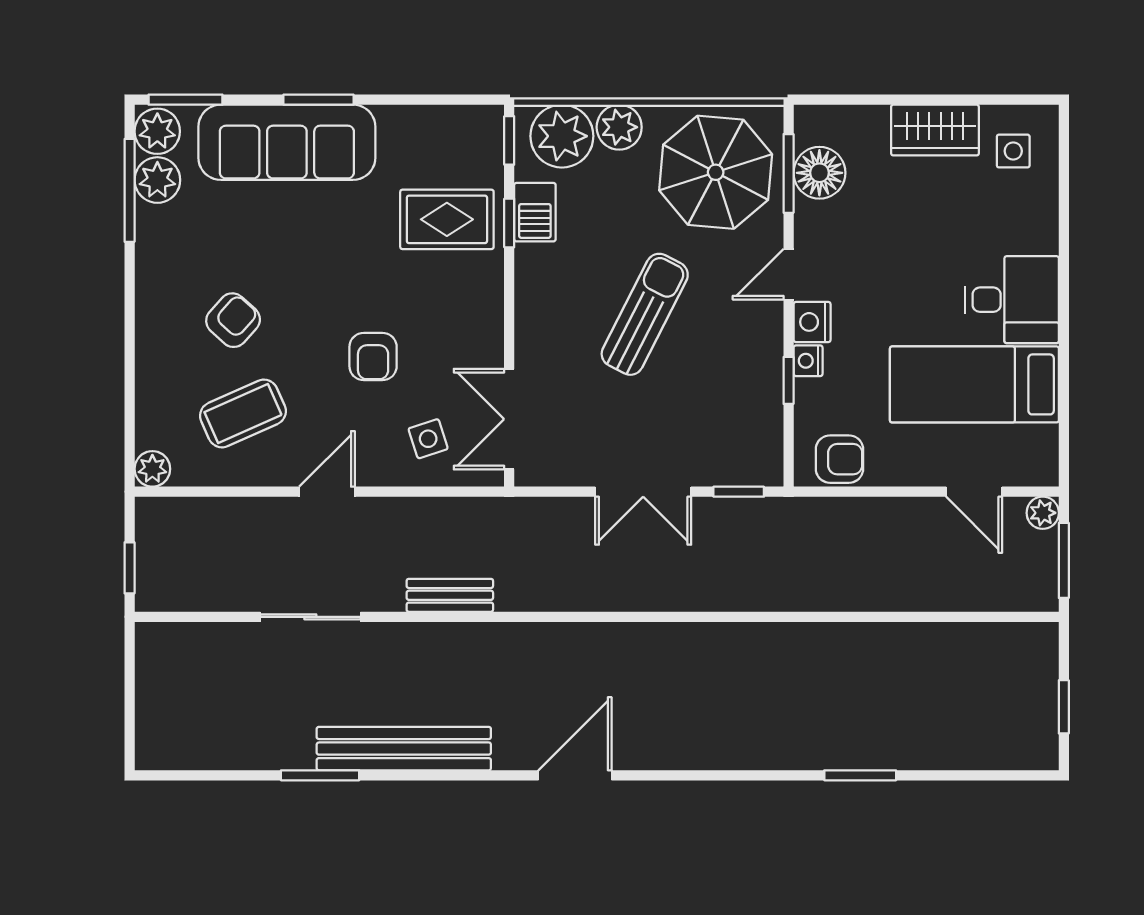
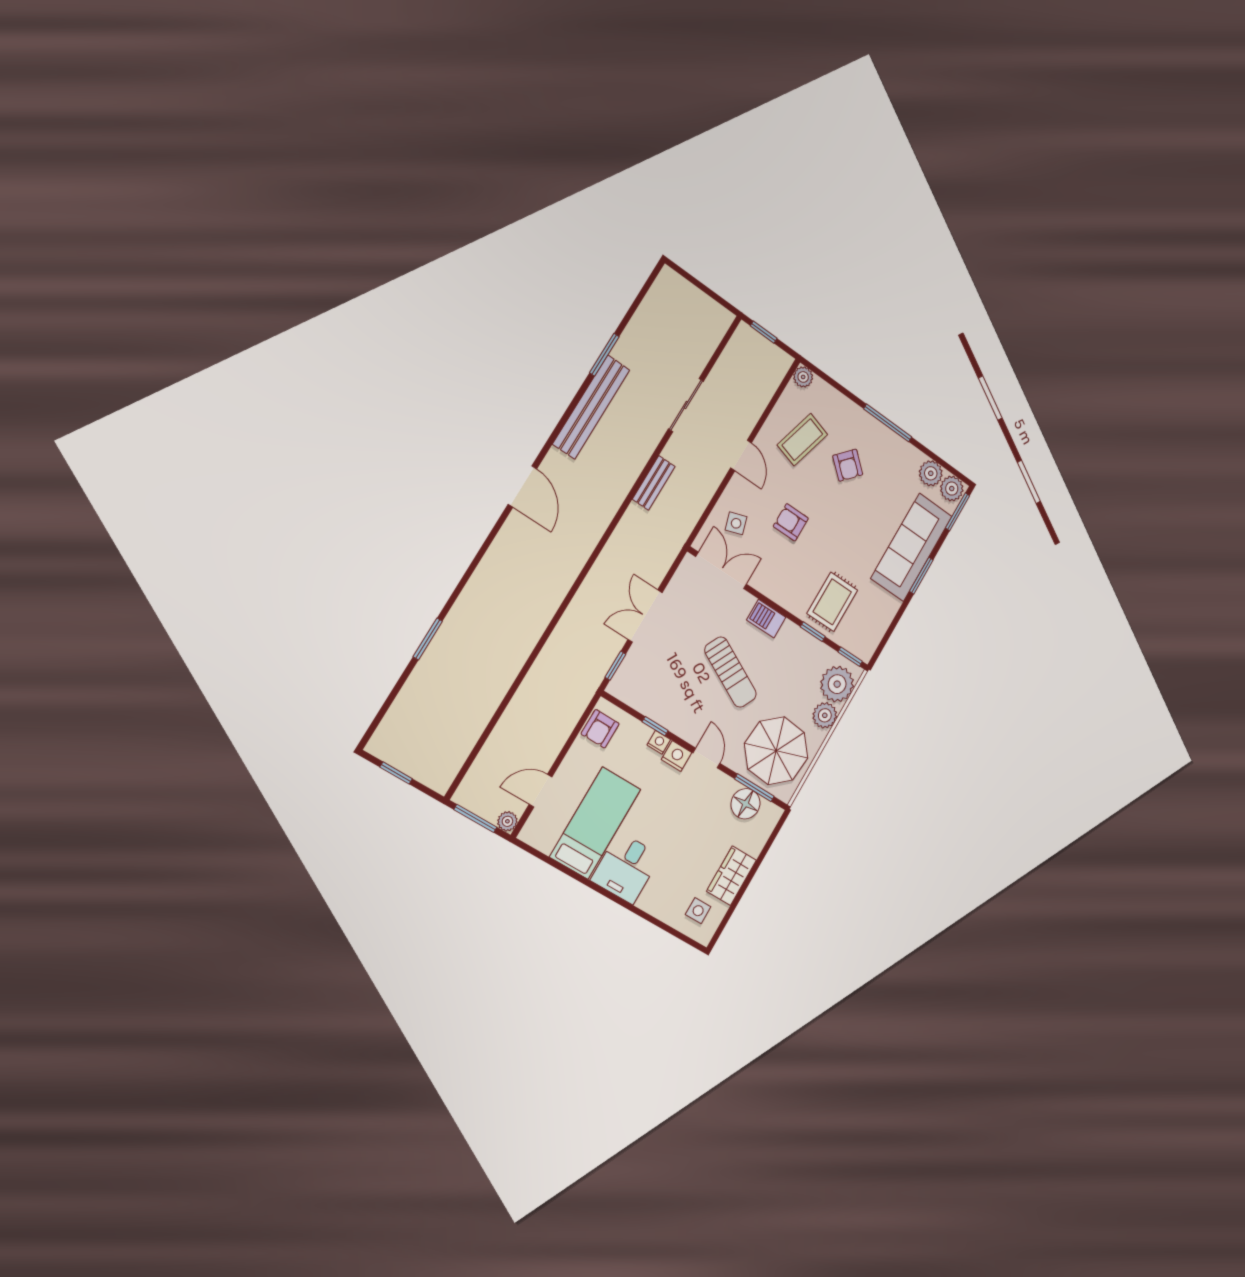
window: (130, 190) -> (888, 423), moved
barbecue: (535, 212) -> (766, 619), moved
coffee table: (243, 413) -> (802, 440), turned 40

